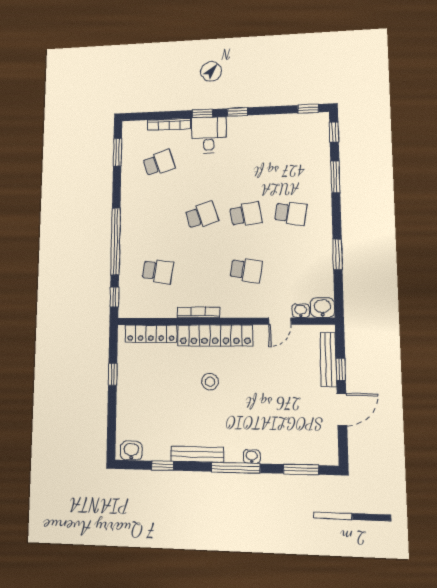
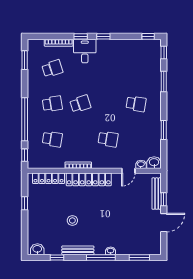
school desk: (246, 214) -> (52, 104), moved
stool: (210, 382) -> (72, 220), moved

